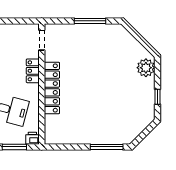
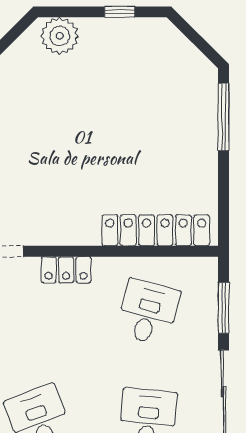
locker: (52, 88) -> (156, 230), moved
printer: (32, 138) -> (206, 270), removed

